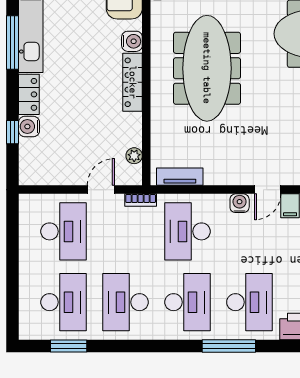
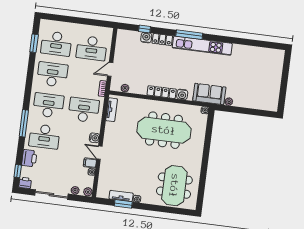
door: (101, 190) -> (110, 69), swing flipped
desk: (187, 302) -> (48, 105), turned 180

